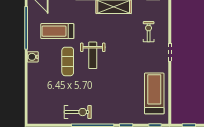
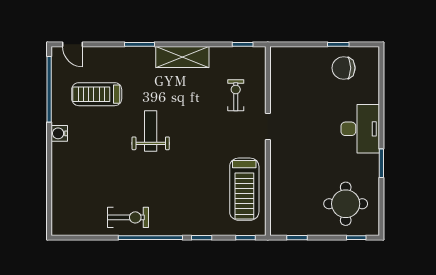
weight bench: (93, 55) -> (151, 131), turned 180
exercise mat: (68, 61) -> (113, 140), removed
treadmill: (154, 93) -> (244, 189), turned 180

